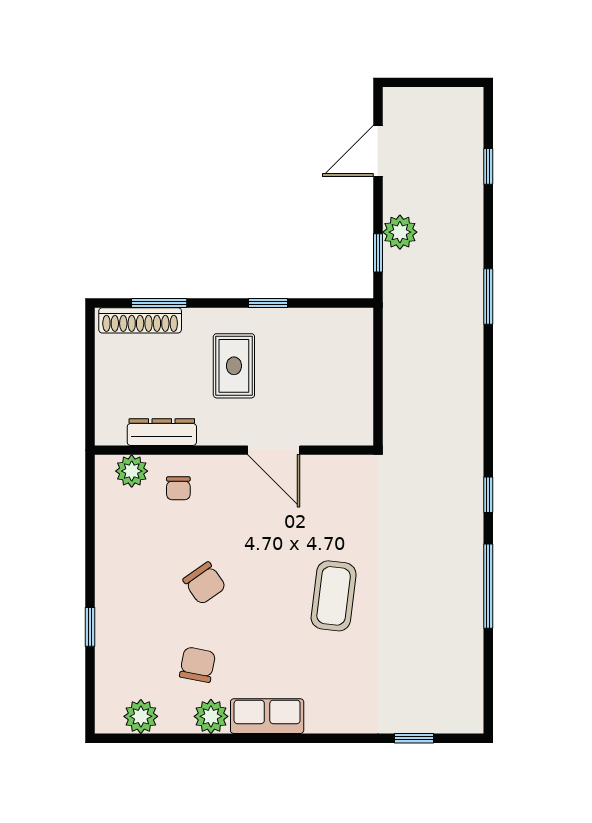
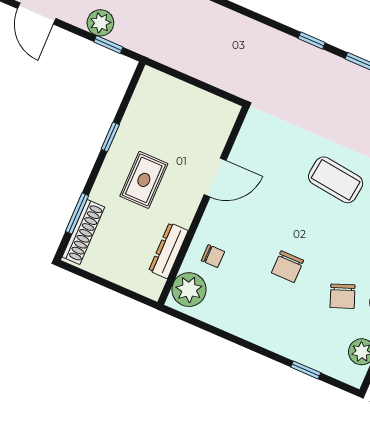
rug: (234, 366) -> (144, 180), turned 90
plant: (132, 471) -> (189, 290), width x1.36, depth x1.36
chair: (204, 583) -> (288, 267), turned 125
window: (90, 627) -> (306, 370), moved
chair: (198, 665) -> (343, 296), turned -122

